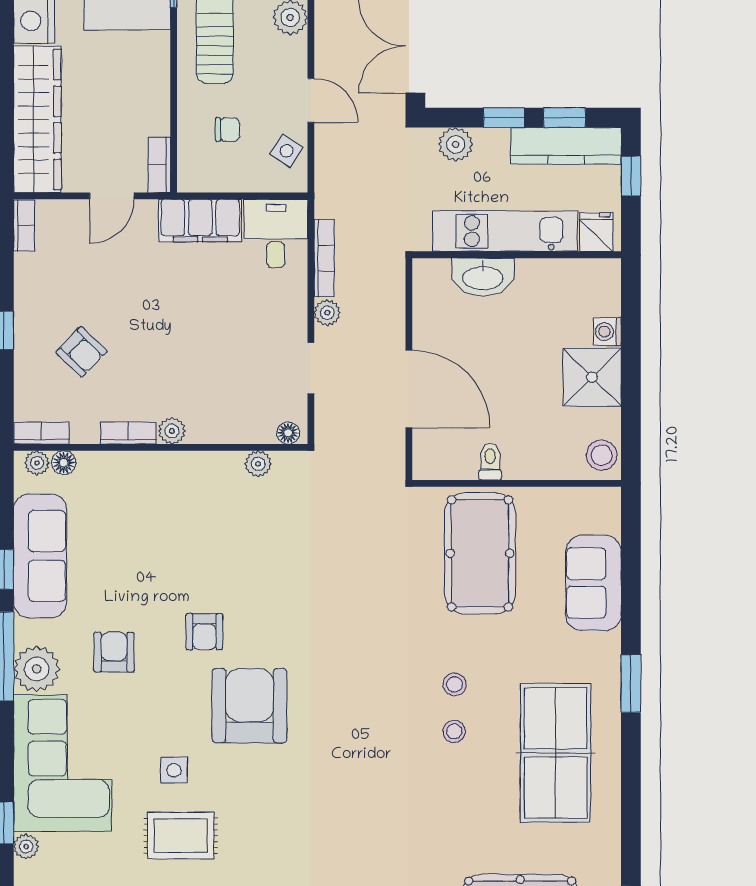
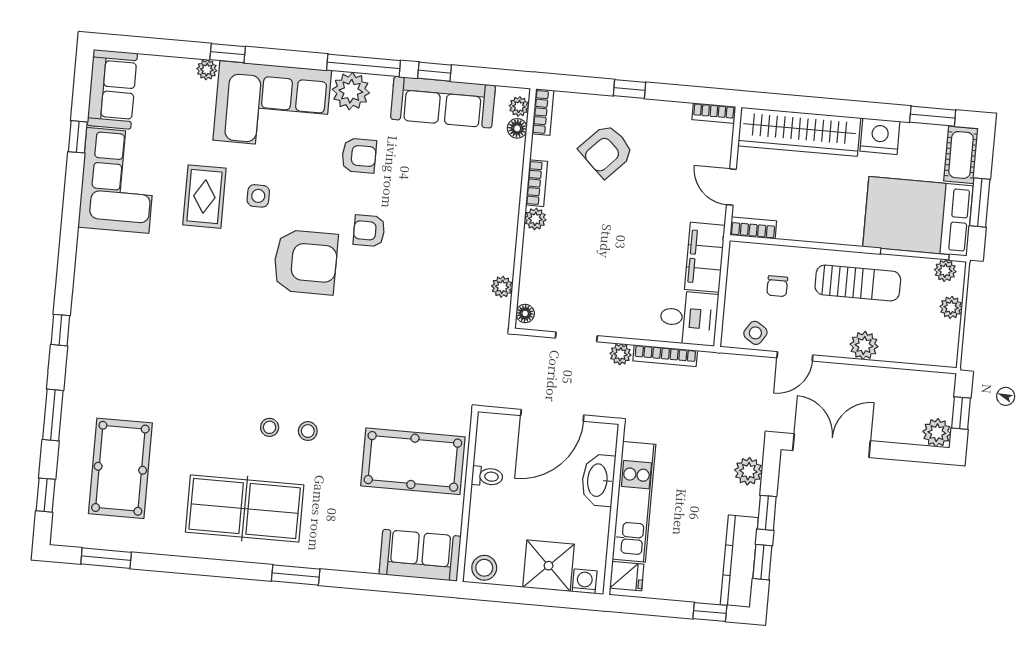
kitchen unit: (505, 231) -> (634, 502), moved
fridge: (596, 232) -> (627, 576), moved
wall: (517, 255) -> (614, 509), moved
washbasin: (483, 277) -> (598, 480), moved
armchair: (81, 352) -> (606, 151), width x1.38, depth x1.38
sofa: (593, 583) -> (420, 555), moved

